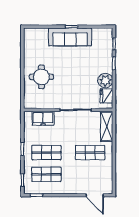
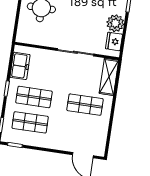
freezer: (43, 118) -> (20, 66), moved, turned -90

